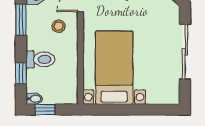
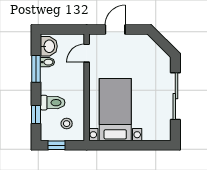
stool: (59, 26) -> (67, 124), moved
bidet: (34, 99) -> (47, 62), moved

